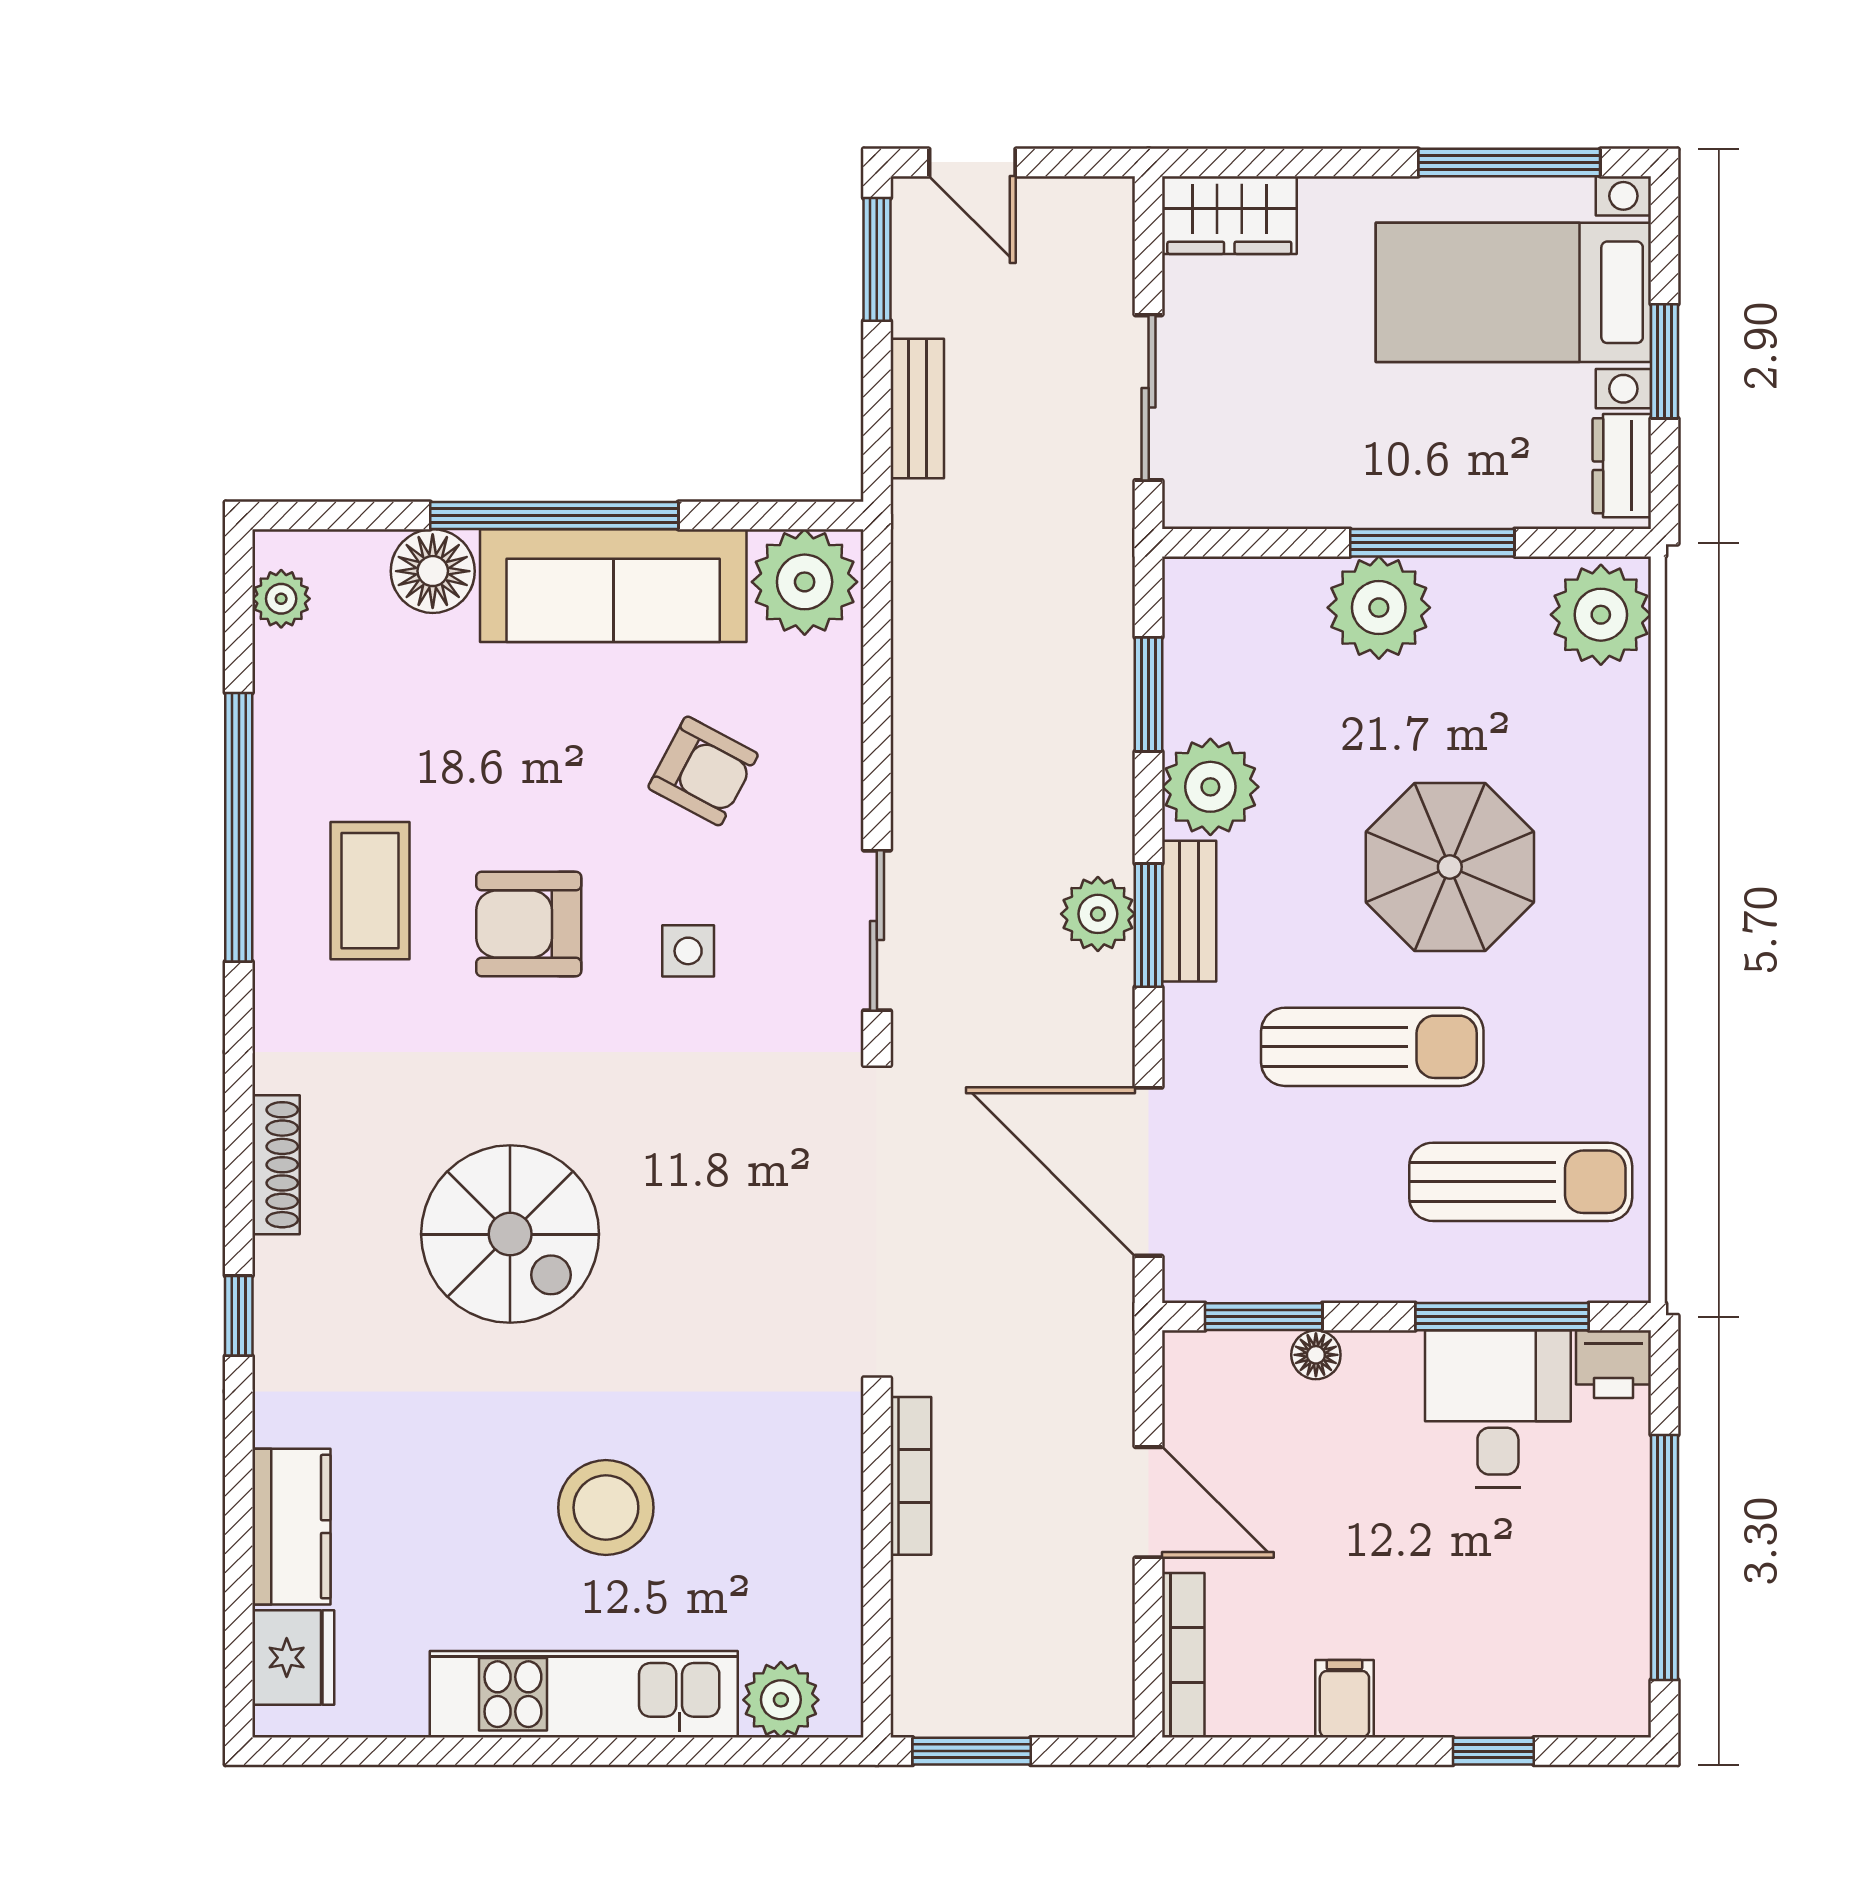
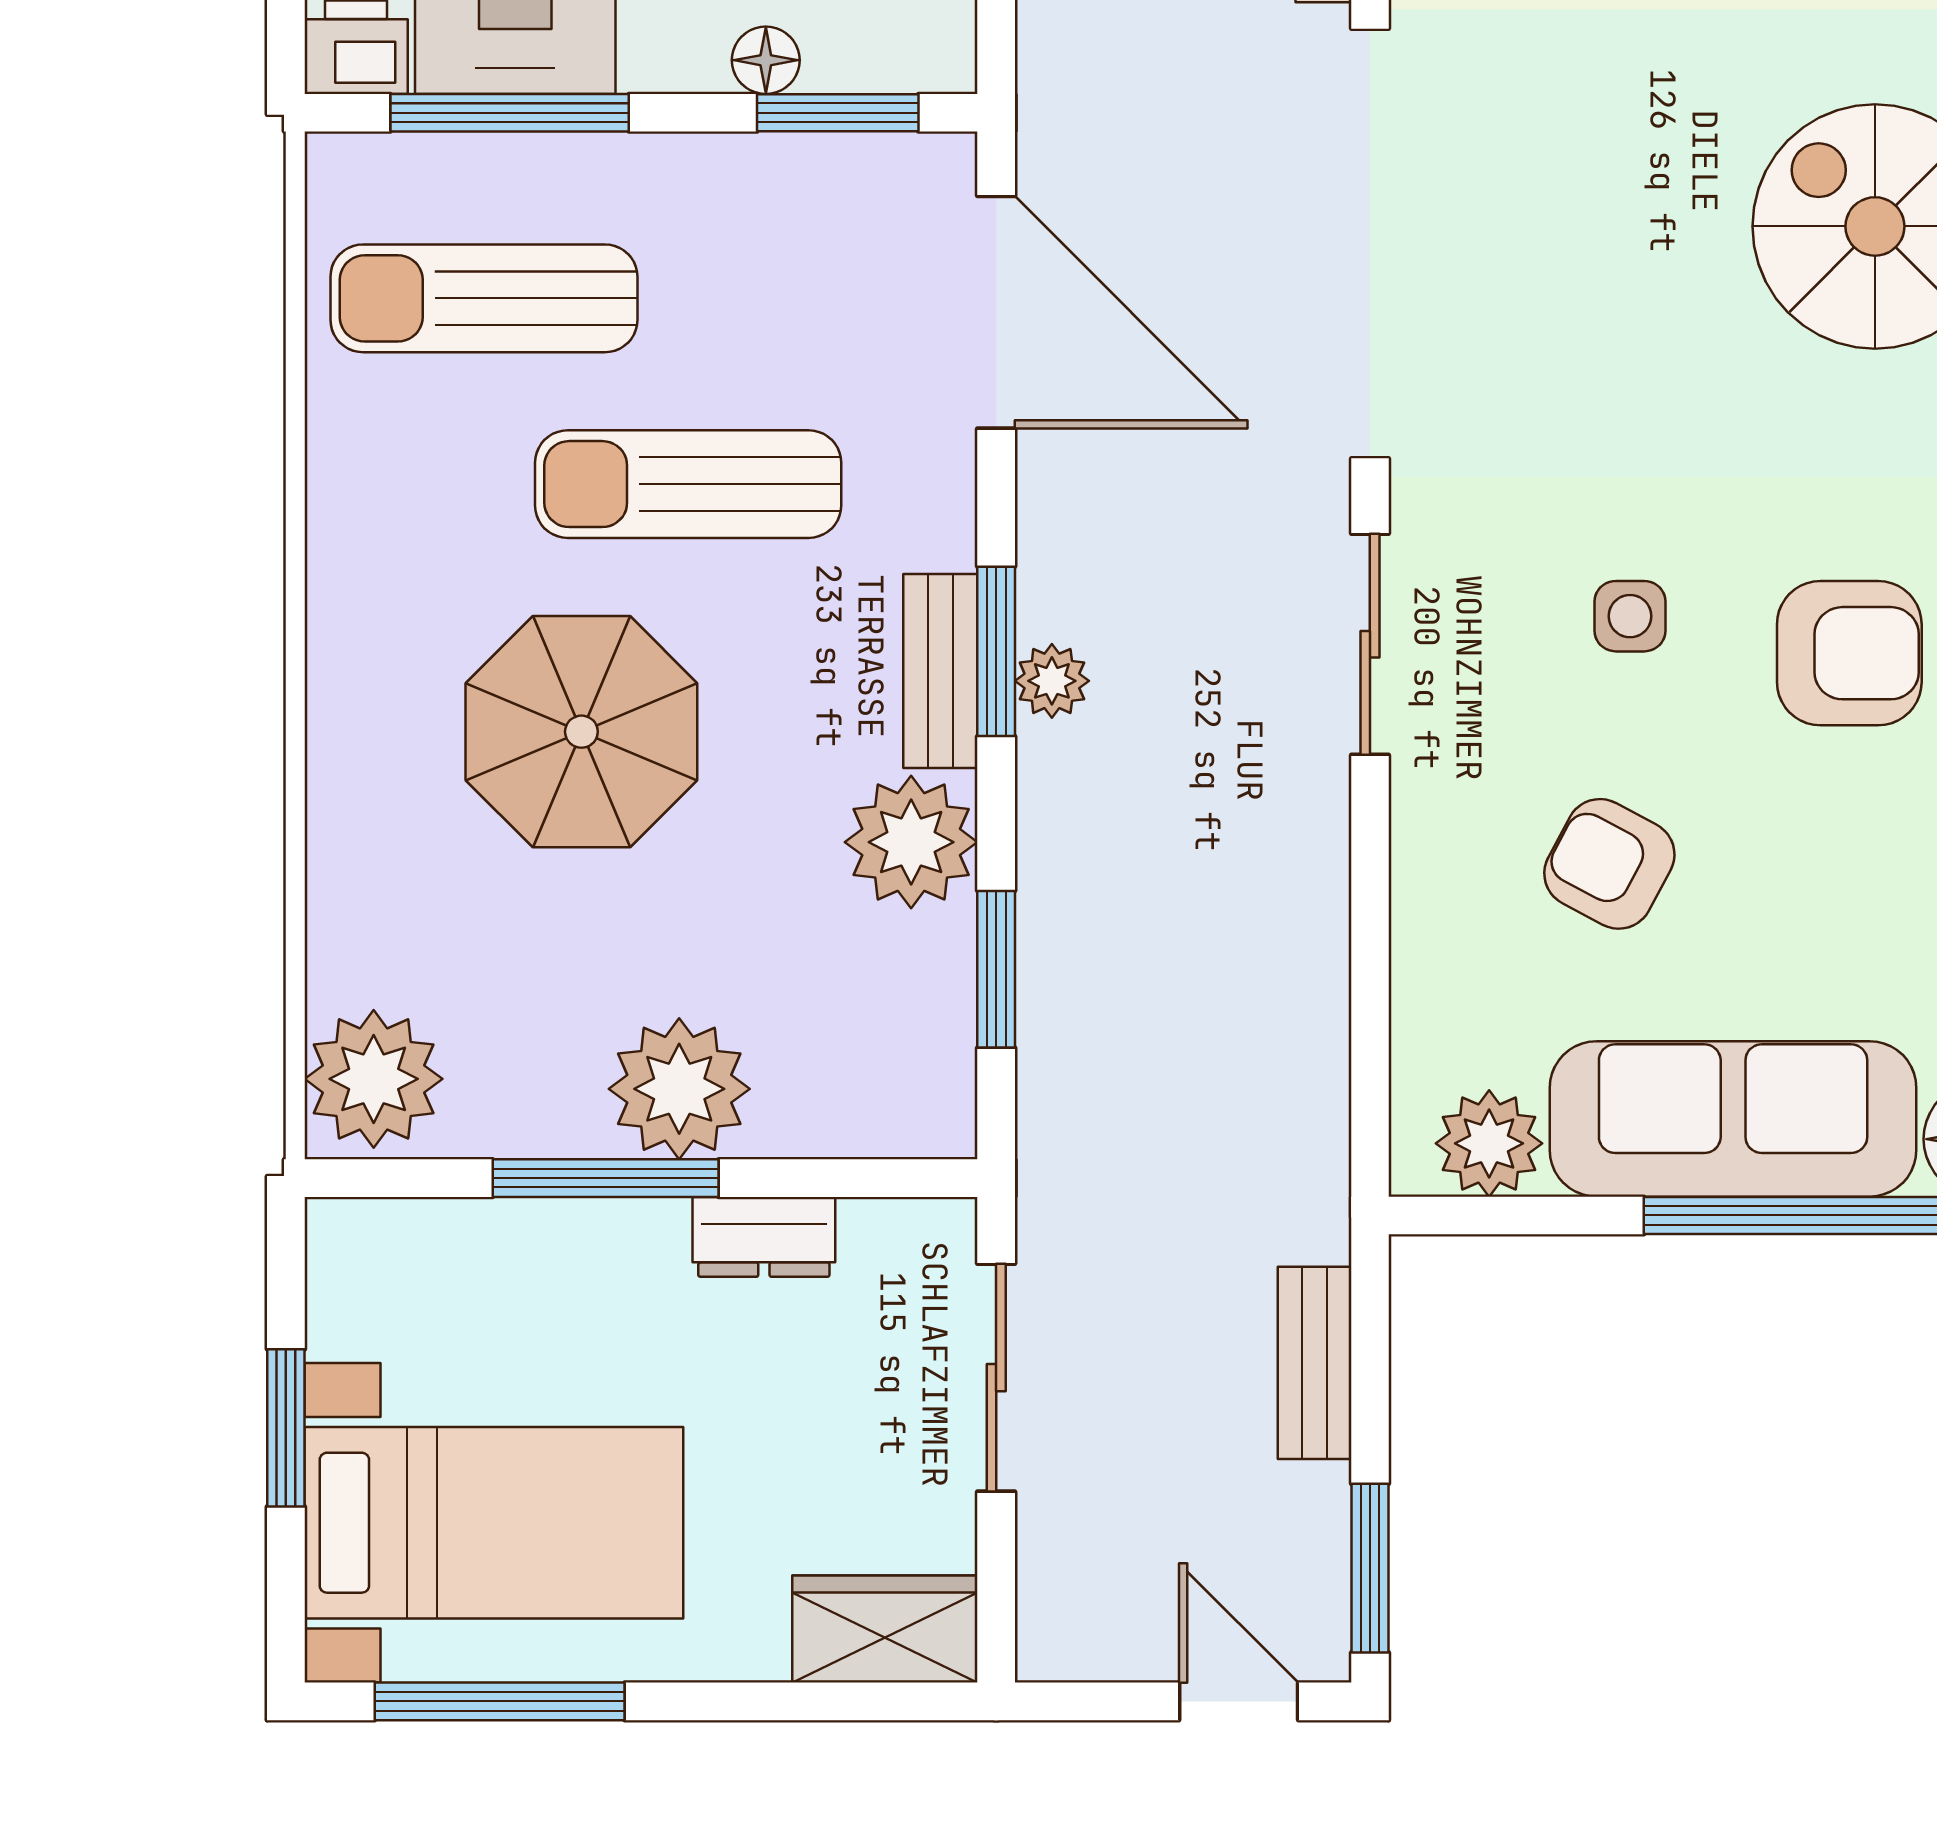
dresser: (1622, 466) -> (764, 1237), moved, turned 90
plant: (805, 582) -> (1489, 1143), width x0.73, depth x0.73
plant: (1098, 914) -> (1052, 681), width x0.73, depth x0.73

